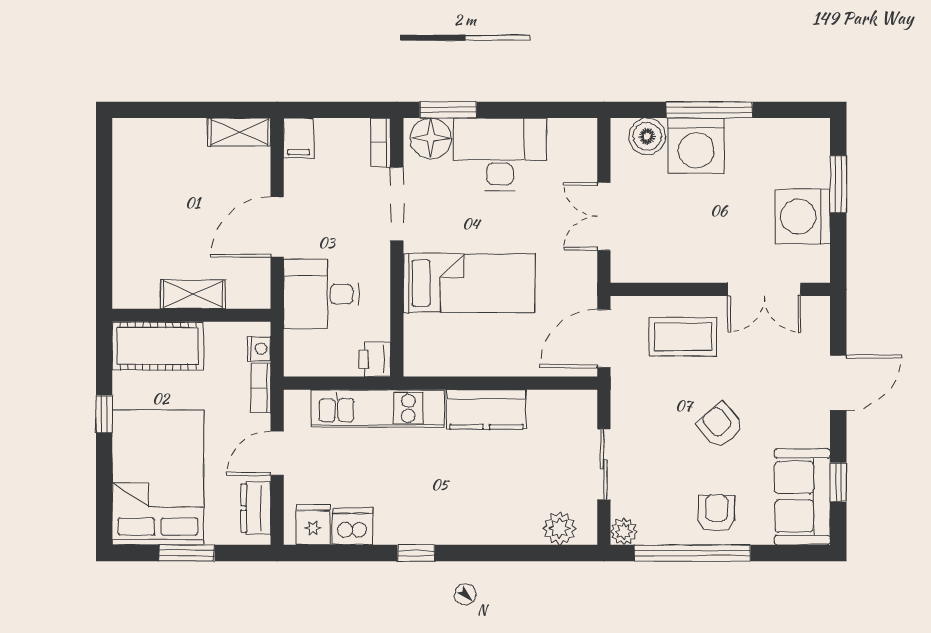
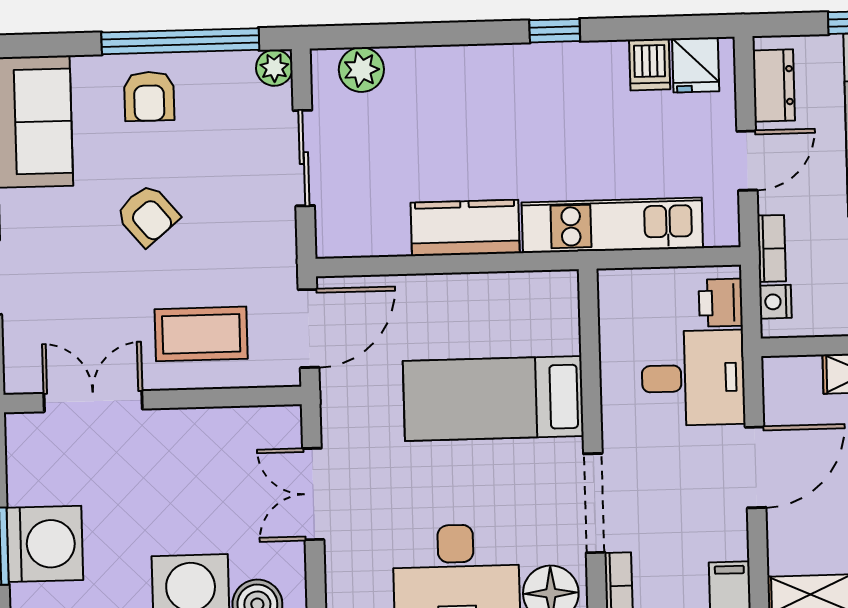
double door: (604, 216) -> (313, 494), swing flipped
washing machine: (803, 217) -> (45, 544), moved
printer: (374, 359) -> (721, 303), moved, turned 180
dishwasher: (352, 526) -> (650, 65), width x0.73

